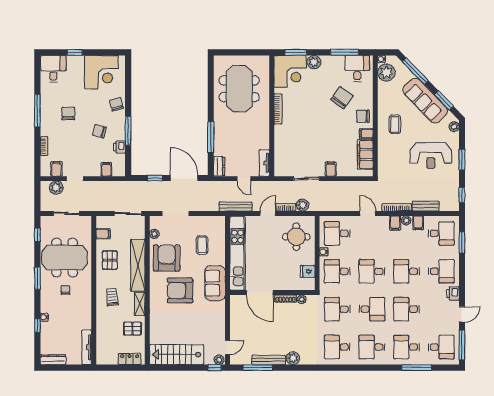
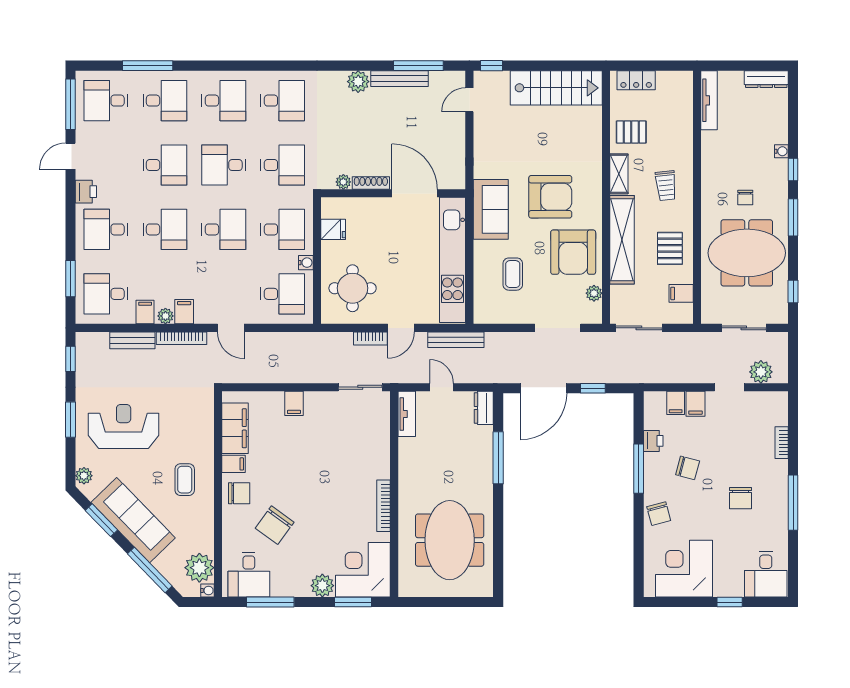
filing cabinet: (56, 169) -> (695, 404), moved
door: (184, 178) -> (543, 388), hinge flipped
sliding door: (306, 179) -> (360, 387), moved
plant: (303, 205) -> (342, 342), removed
window: (37, 325) -> (793, 170), moved
plant: (219, 360) -> (484, 79), removed

